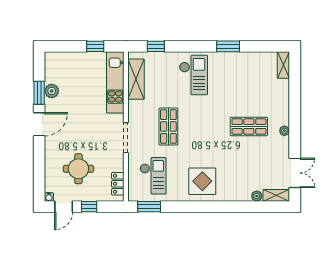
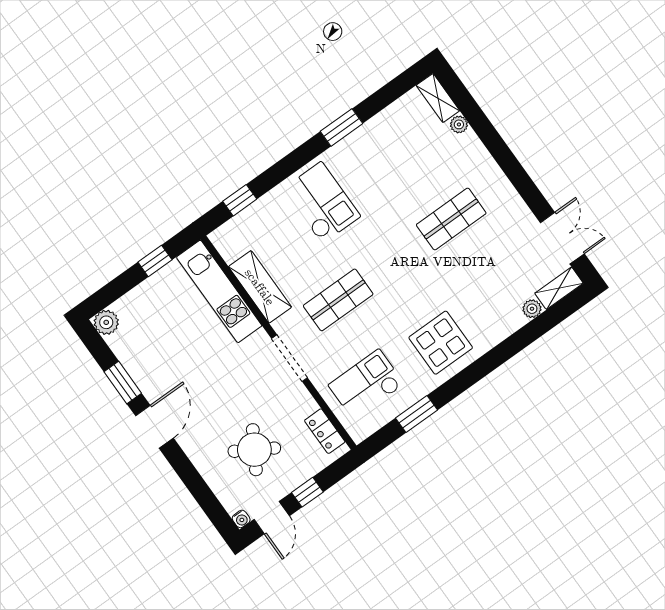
shelving: (136, 79) -> (260, 287), moved
plant: (52, 91) -> (106, 322), moved
shop shelf: (168, 126) -> (338, 300), turned 90
plant: (284, 131) -> (459, 124), moved
round table: (78, 169) -> (254, 450), turned 31
checkout: (153, 176) -> (366, 385), turned -90
window: (149, 207) -> (417, 414), moved

